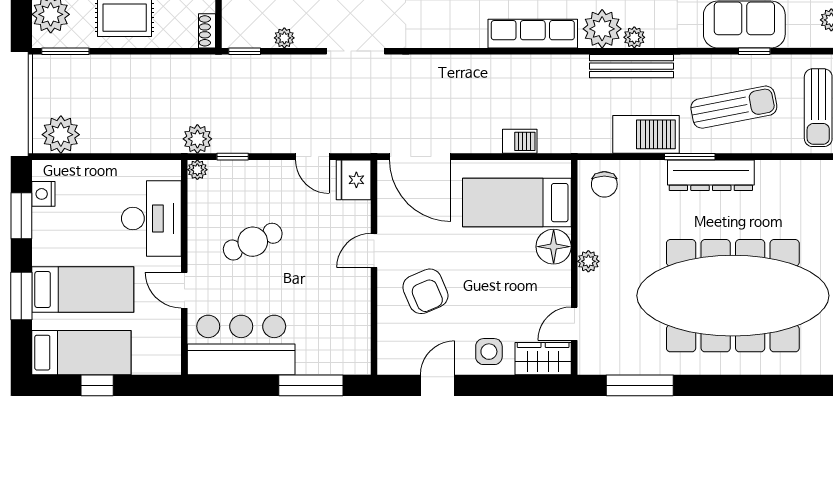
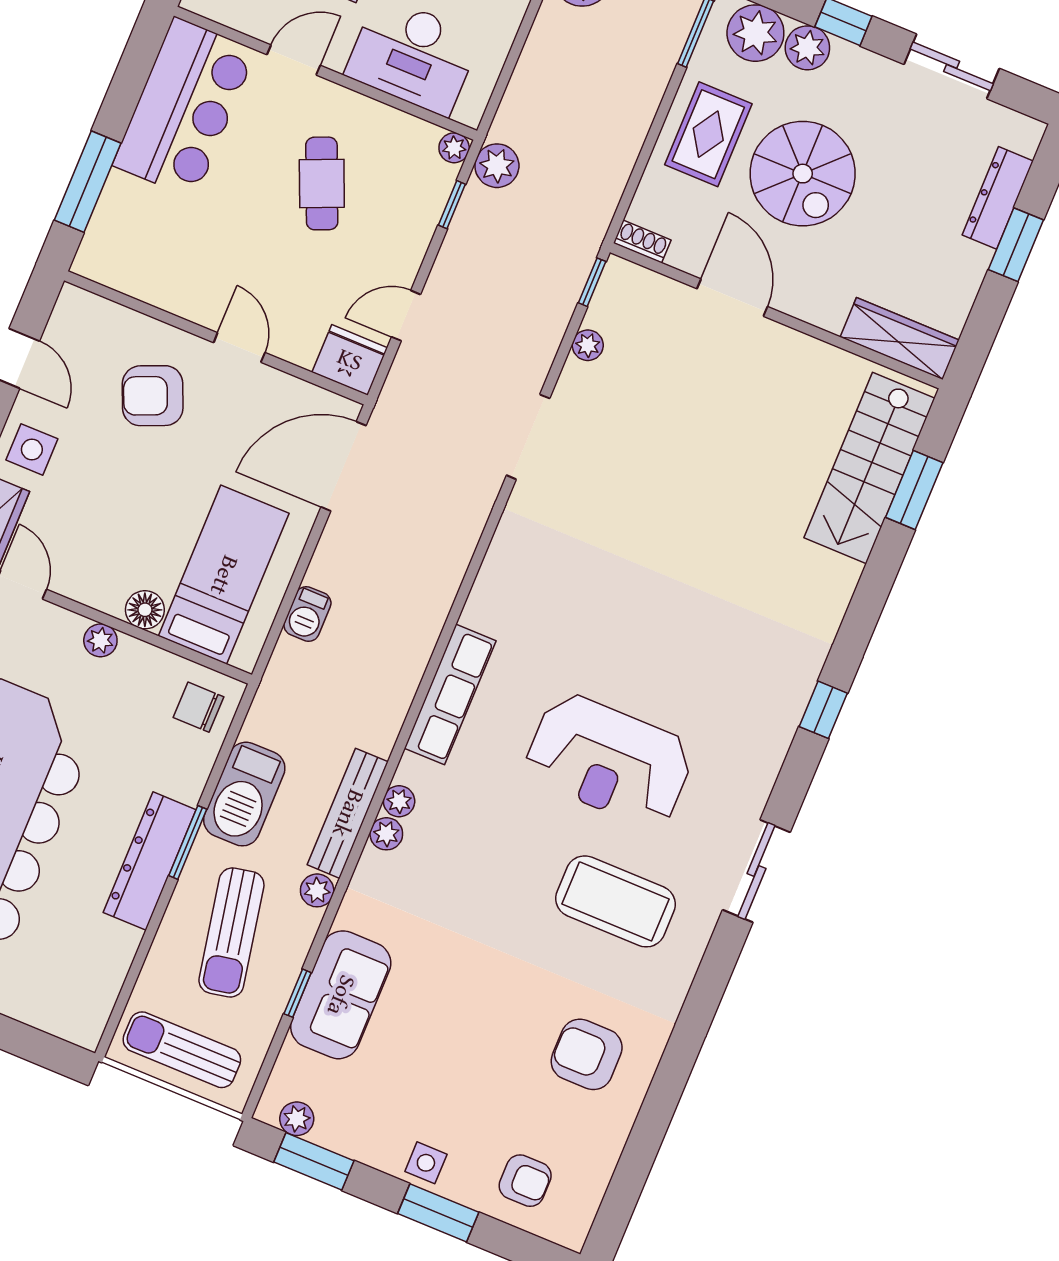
plant: (602, 29) -> (399, 801), width x0.53, depth x0.53
plant: (686, 65) -> (317, 890), added
floor lamp: (554, 247) -> (145, 610), width x0.73, depth x0.73

